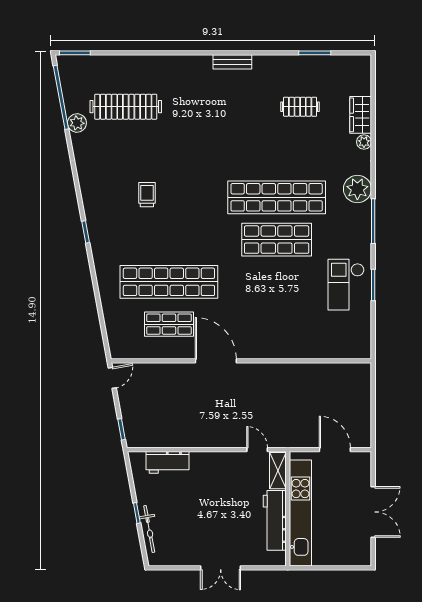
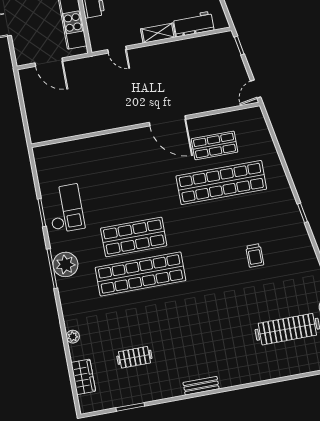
wardrobe: (361, 115) -> (83, 377), moved
plant: (357, 189) -> (65, 264), moved
shelving: (278, 471) -> (158, 33), moved, turned 90

